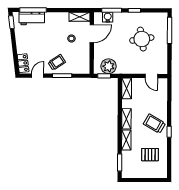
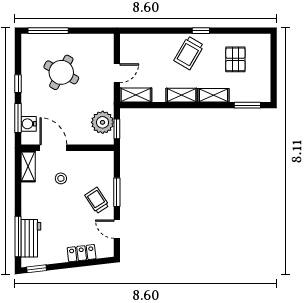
round table: (142, 39) -> (61, 72), turned 37
locker: (23, 63) -> (82, 253), moved
door: (151, 76) -> (117, 73), moved

